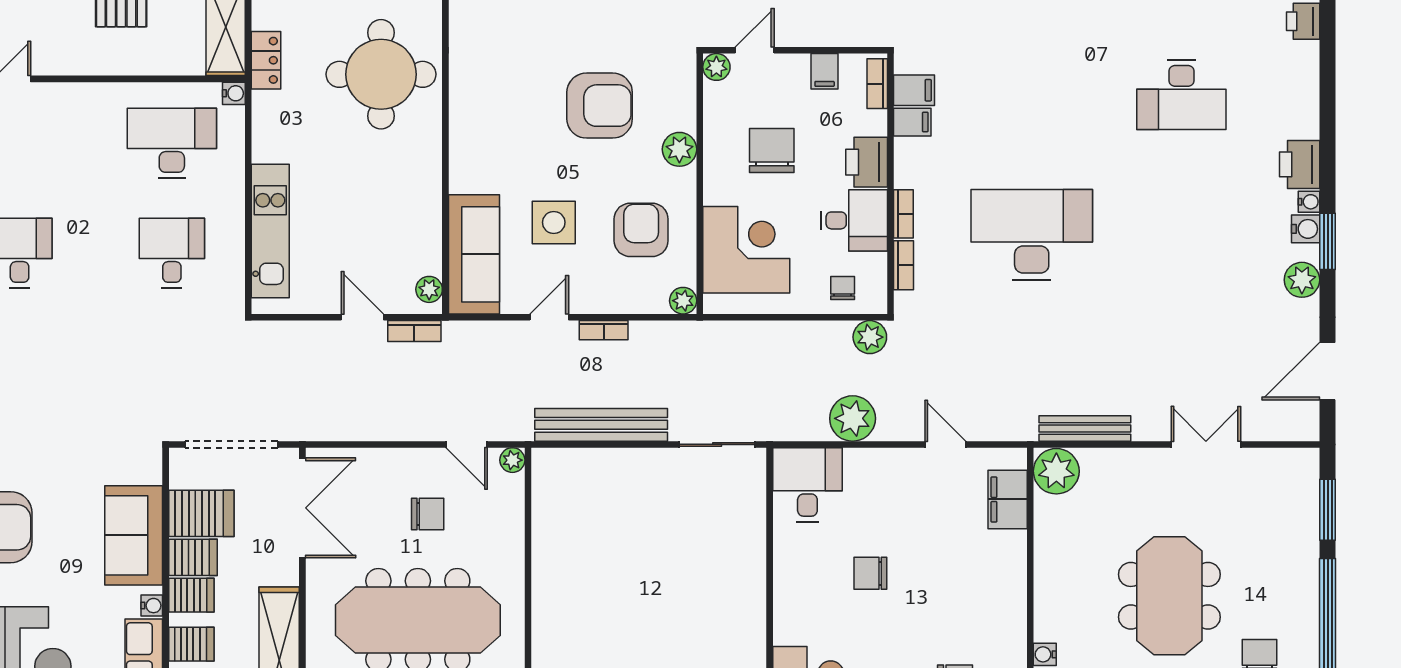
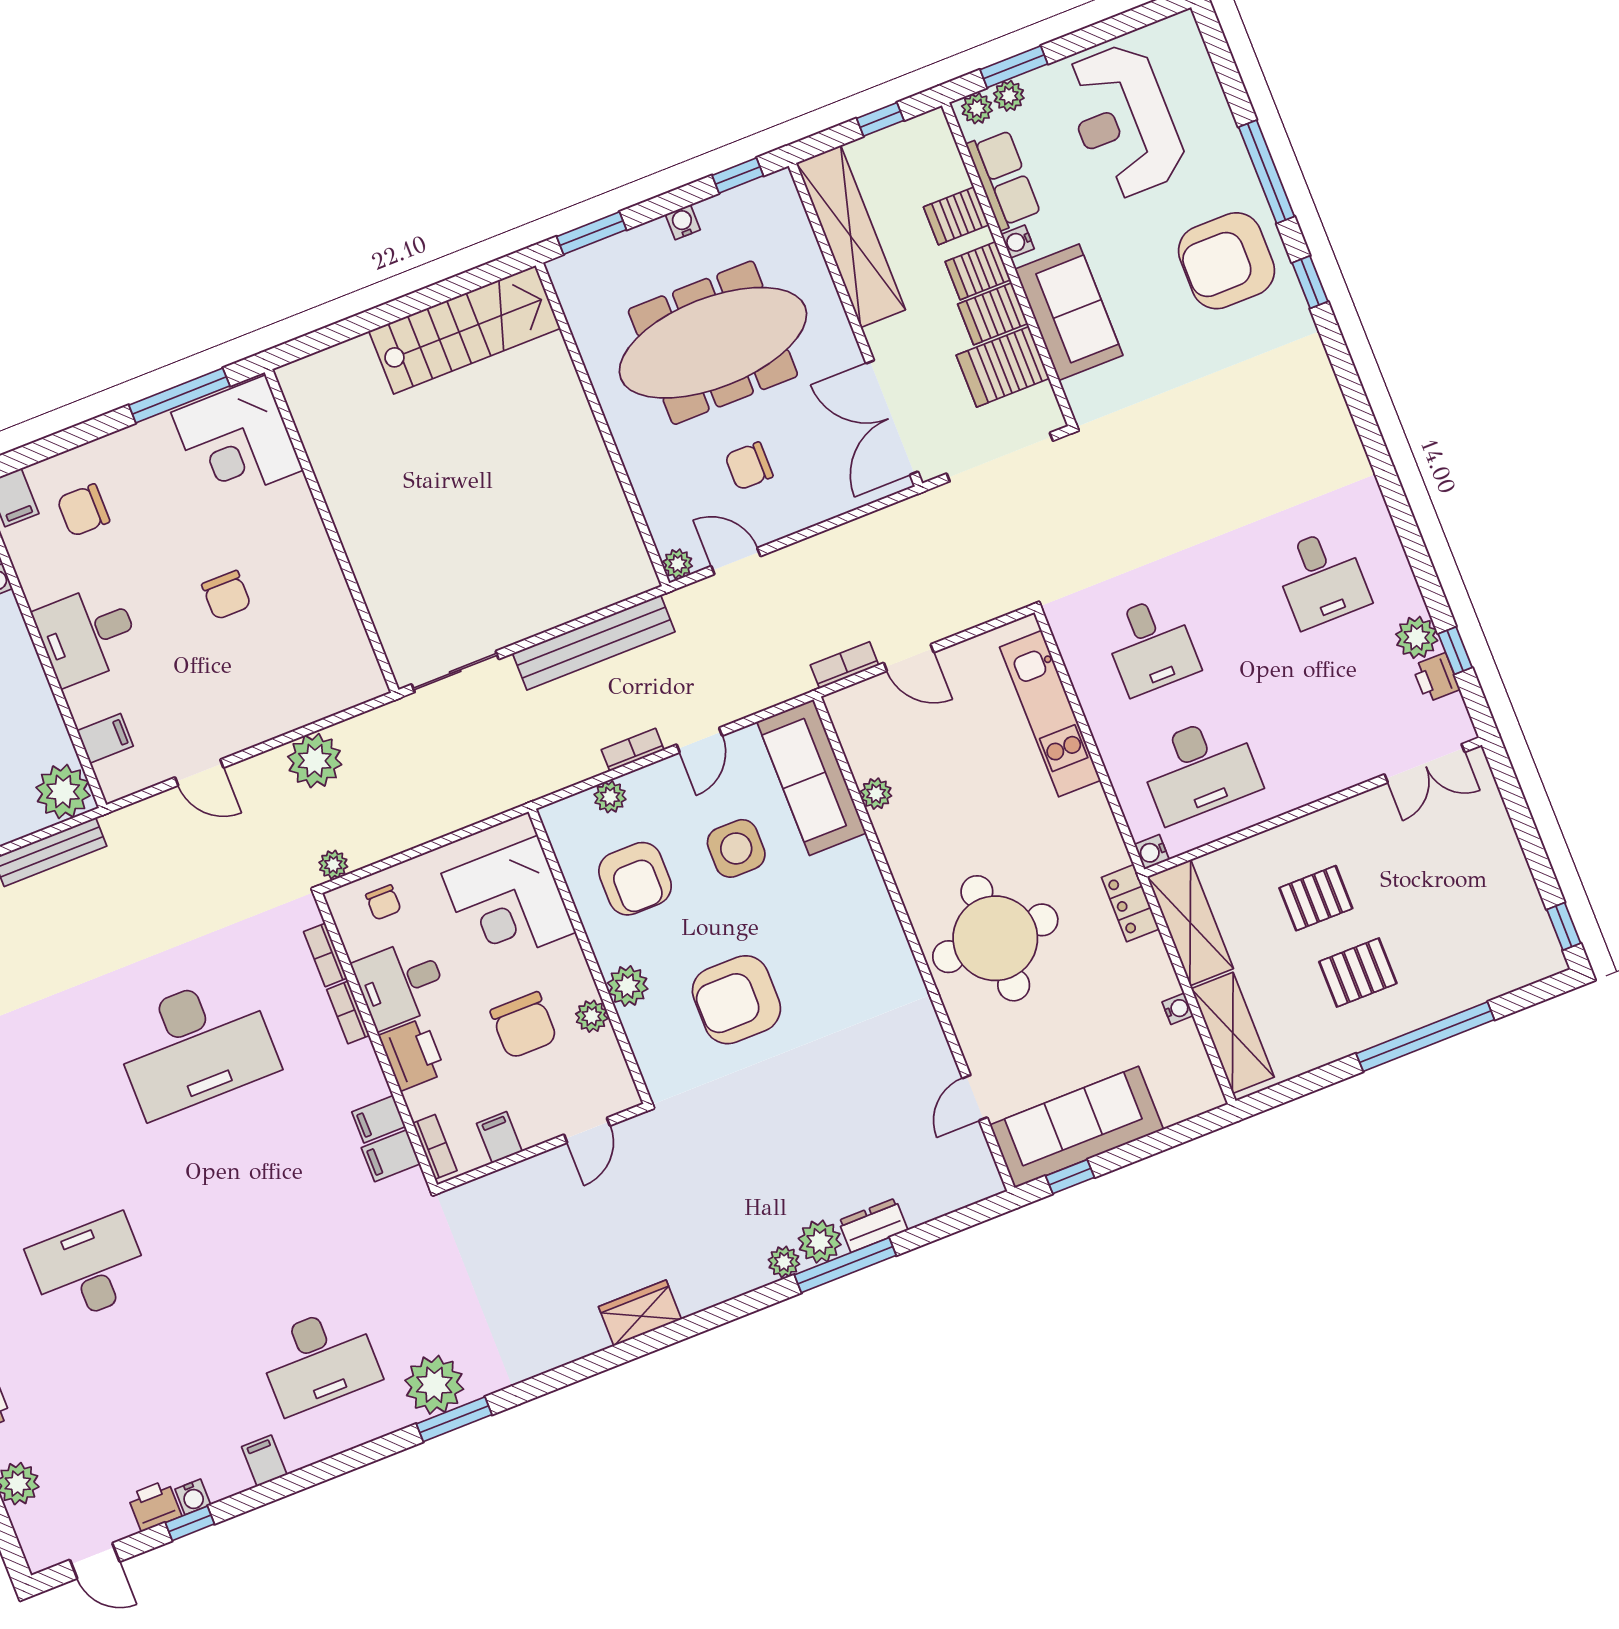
plant: (716, 67) -> (592, 1016), moved
plant: (429, 289) -> (876, 794), moved
plant: (683, 301) -> (610, 797), moved
plant: (870, 337) -> (333, 865), width x0.73, depth x0.73
desk: (807, 485) -> (87, 634), moved, turned 90
filing cabinet: (1008, 499) -> (105, 738), width x0.50
chair: (870, 573) -> (226, 595), turned 90

